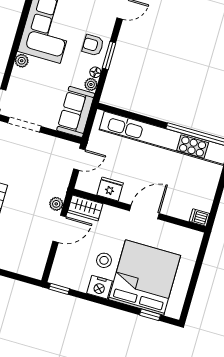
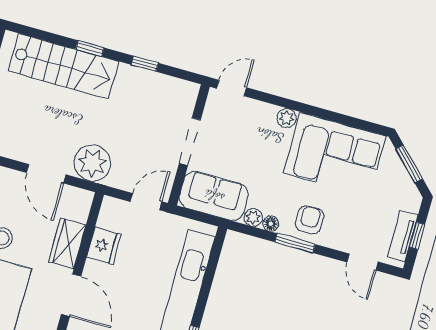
doorway: (25, 125) -> (190, 142), moved
door: (79, 159) -> (146, 202), swing flipped
plant: (56, 204) -> (92, 163), width x1.87, depth x1.87
wardrobe: (85, 208) -> (67, 243), moved

